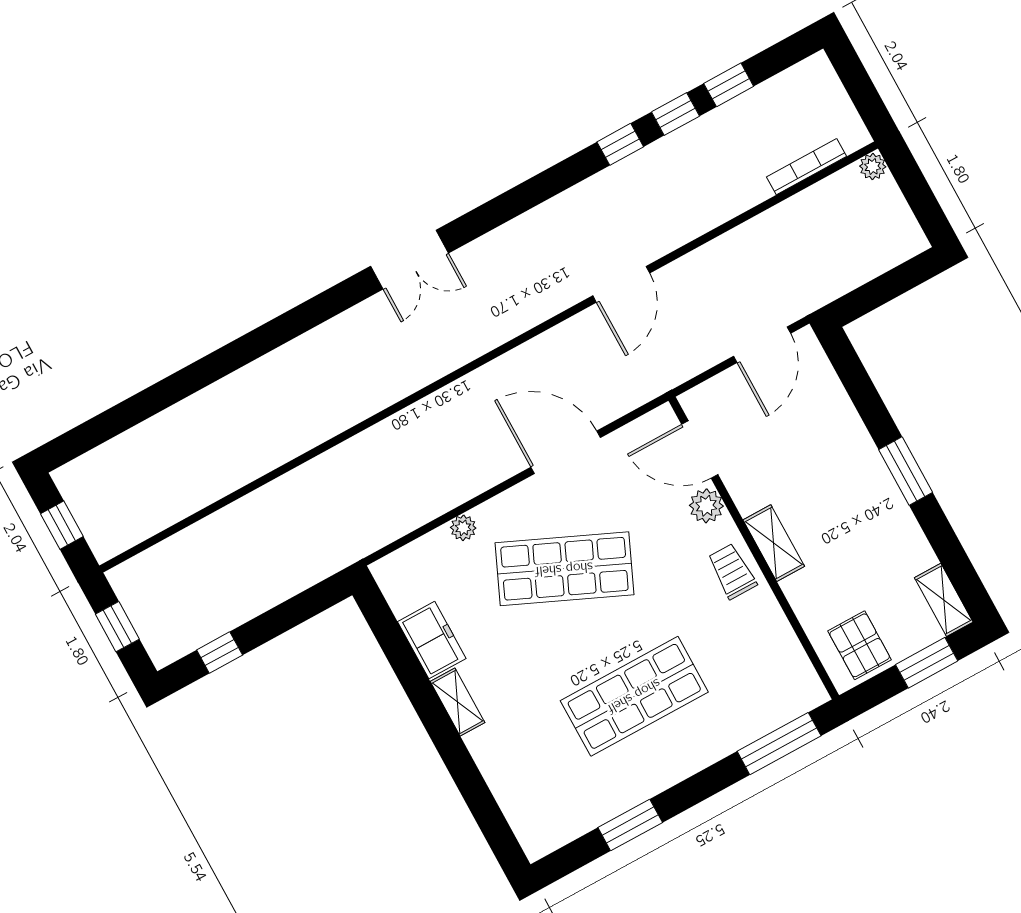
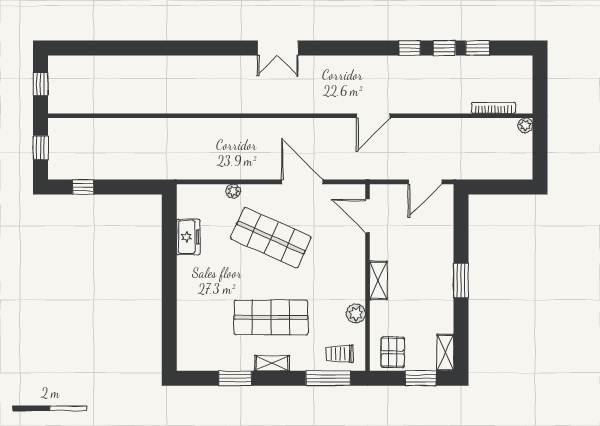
plant: (706, 506) -> (356, 313), moved
trolley: (732, 571) -> (340, 354), moved, turned -90
shelving: (457, 702) -> (272, 363), moved, turned 90

